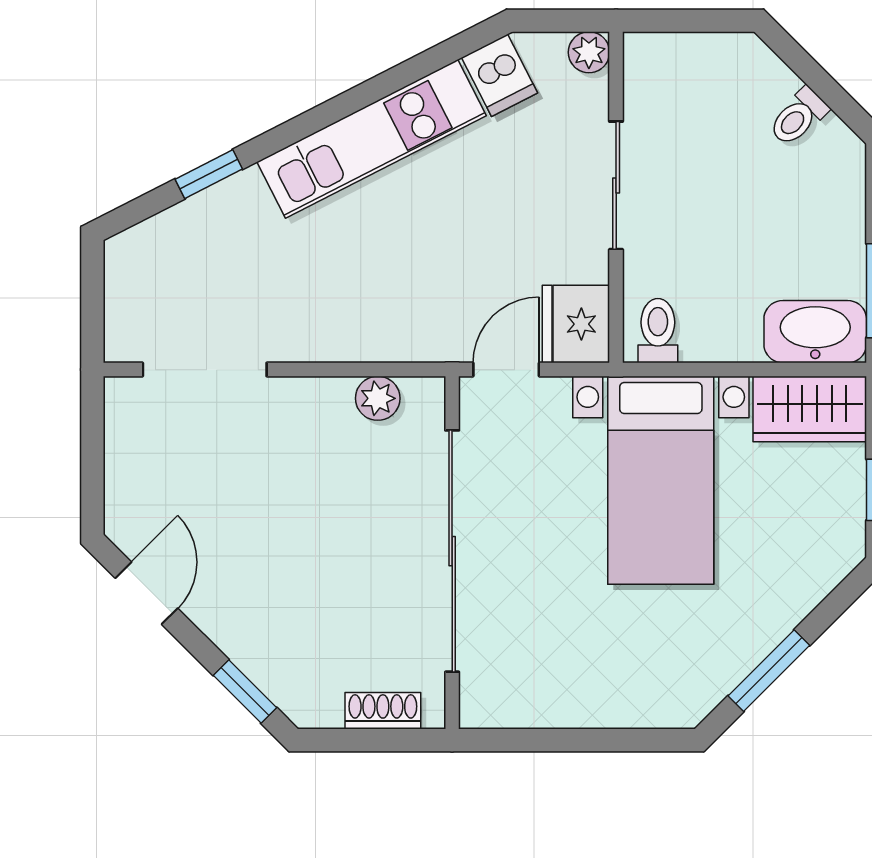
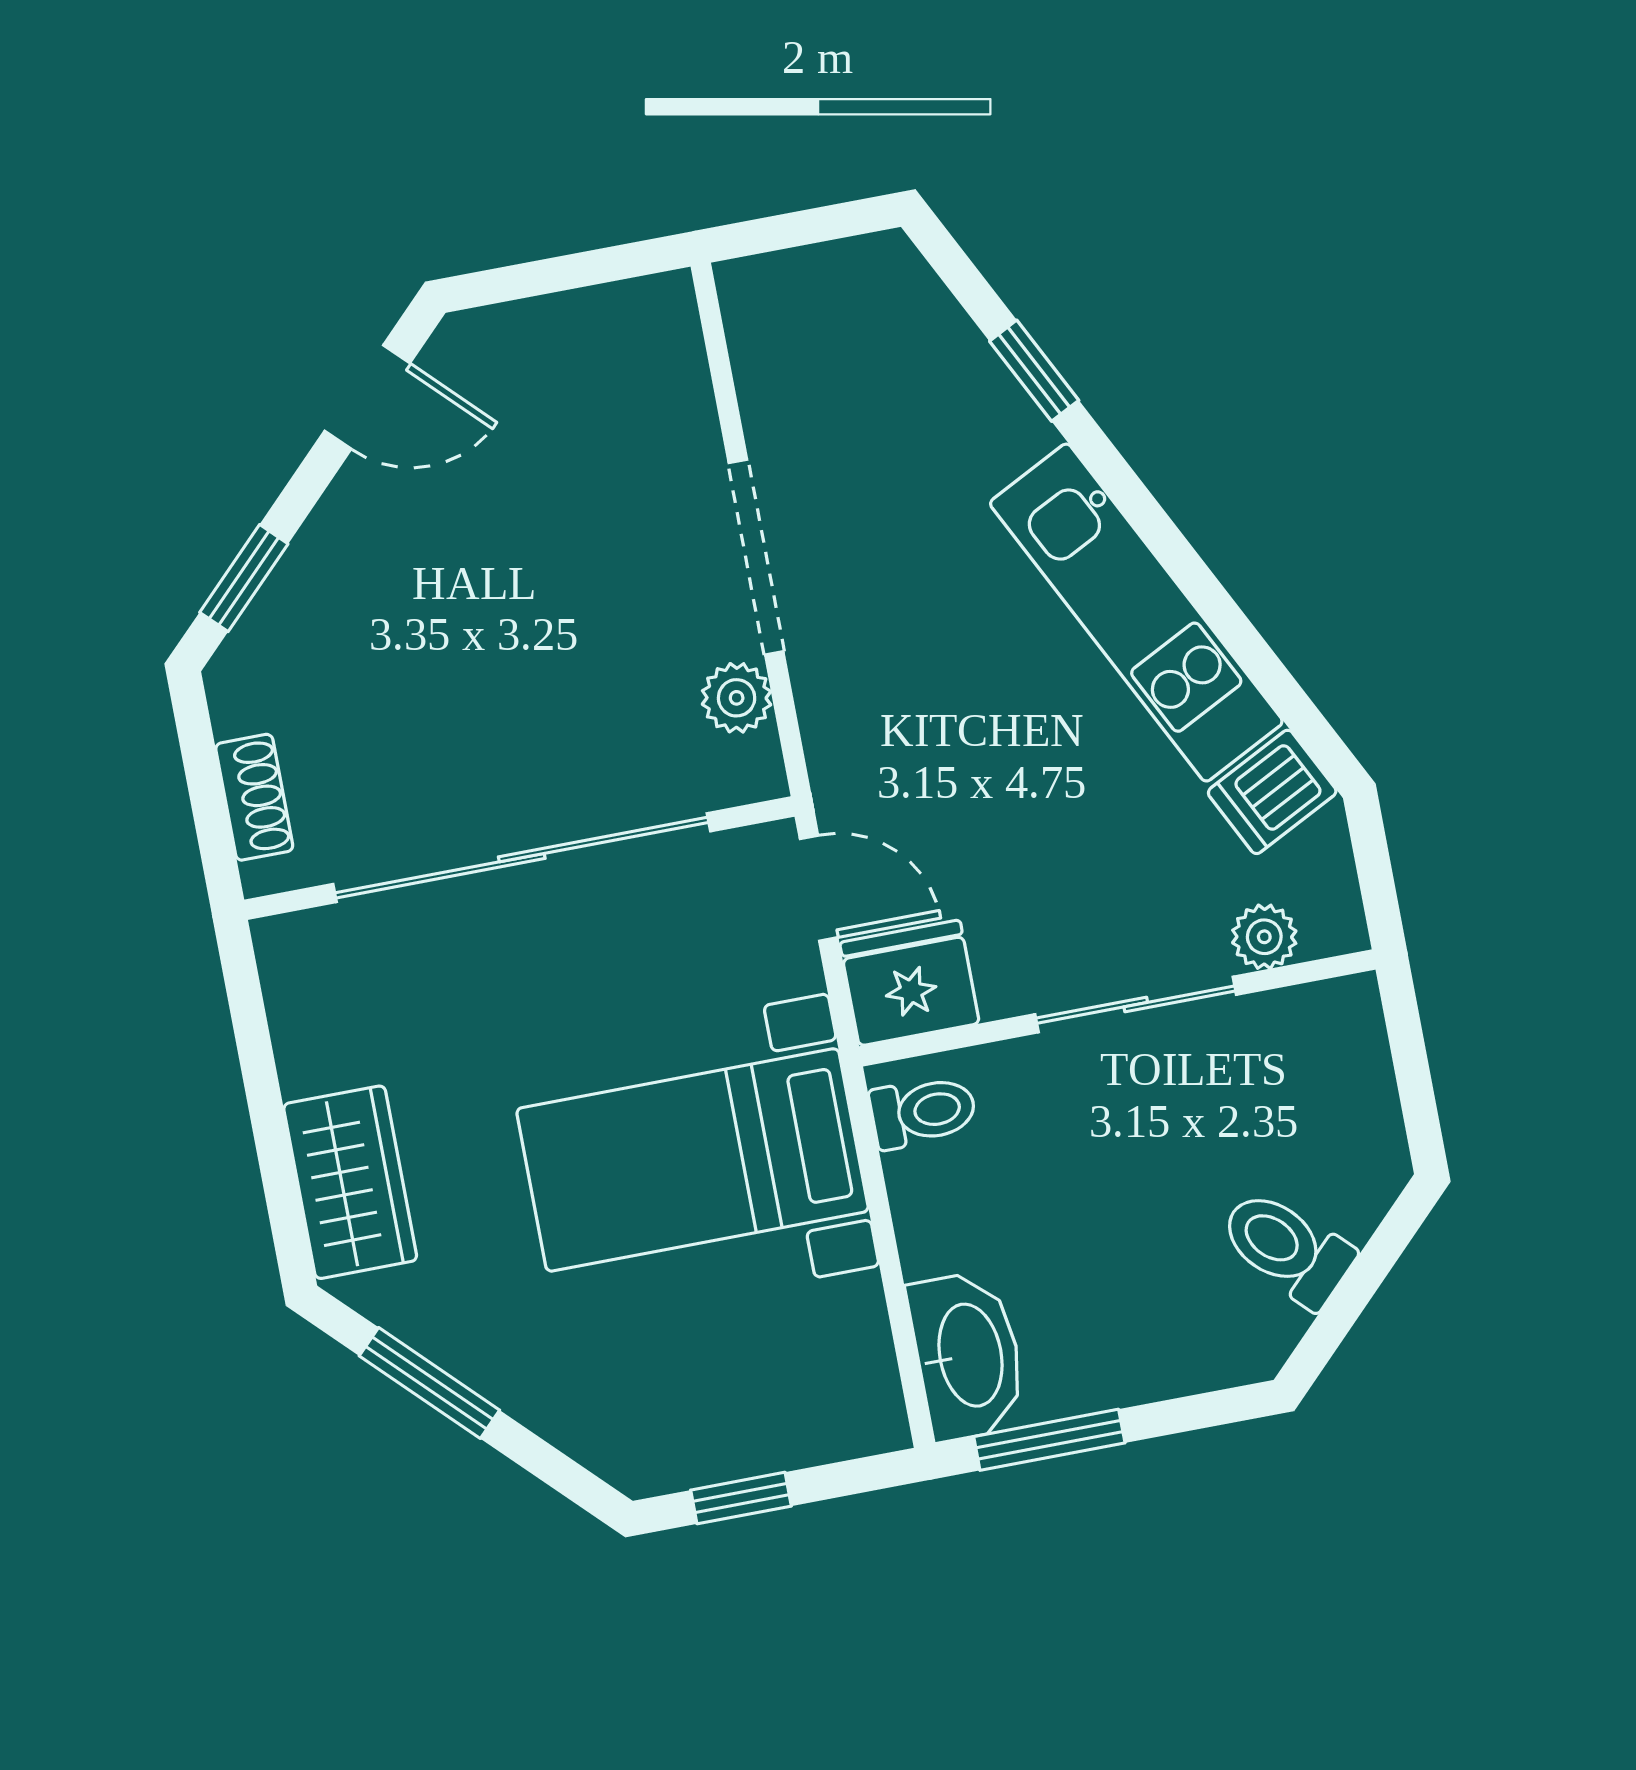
plant: (589, 52) -> (1264, 937), moved
toilet: (798, 117) -> (1286, 1248), width x1.37, depth x1.39
doorway: (205, 370) -> (756, 557), moved
wardrobe: (810, 409) -> (350, 1182), moved, turned 180

